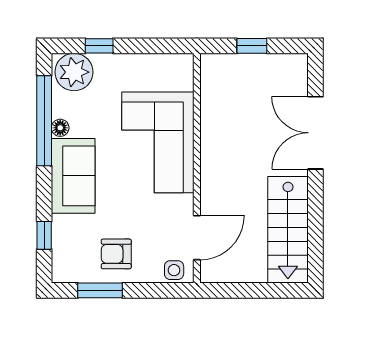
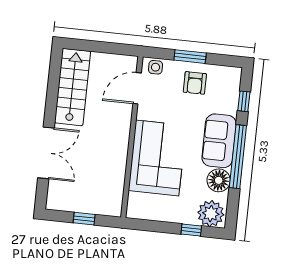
window: (44, 121) -> (238, 157), moved
floor lamp: (60, 128) -> (219, 180), width x1.89, depth x1.89
armchair: (116, 254) -> (195, 83), turned 90
window: (100, 290) -> (190, 57), moved

